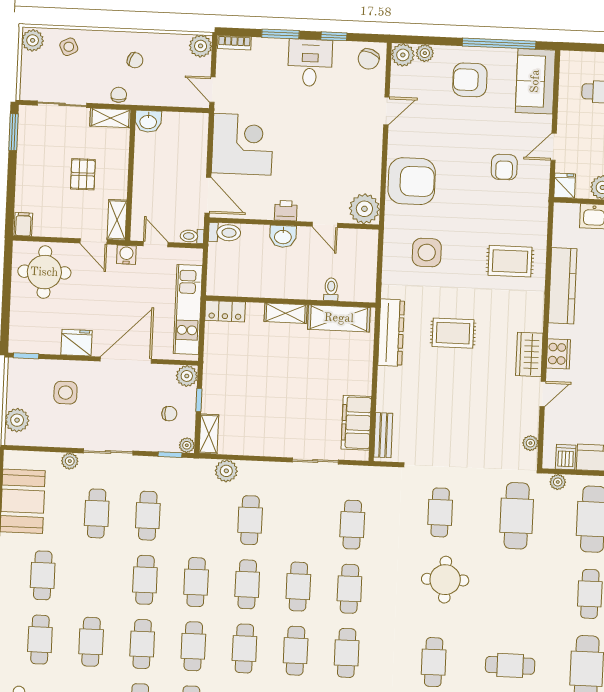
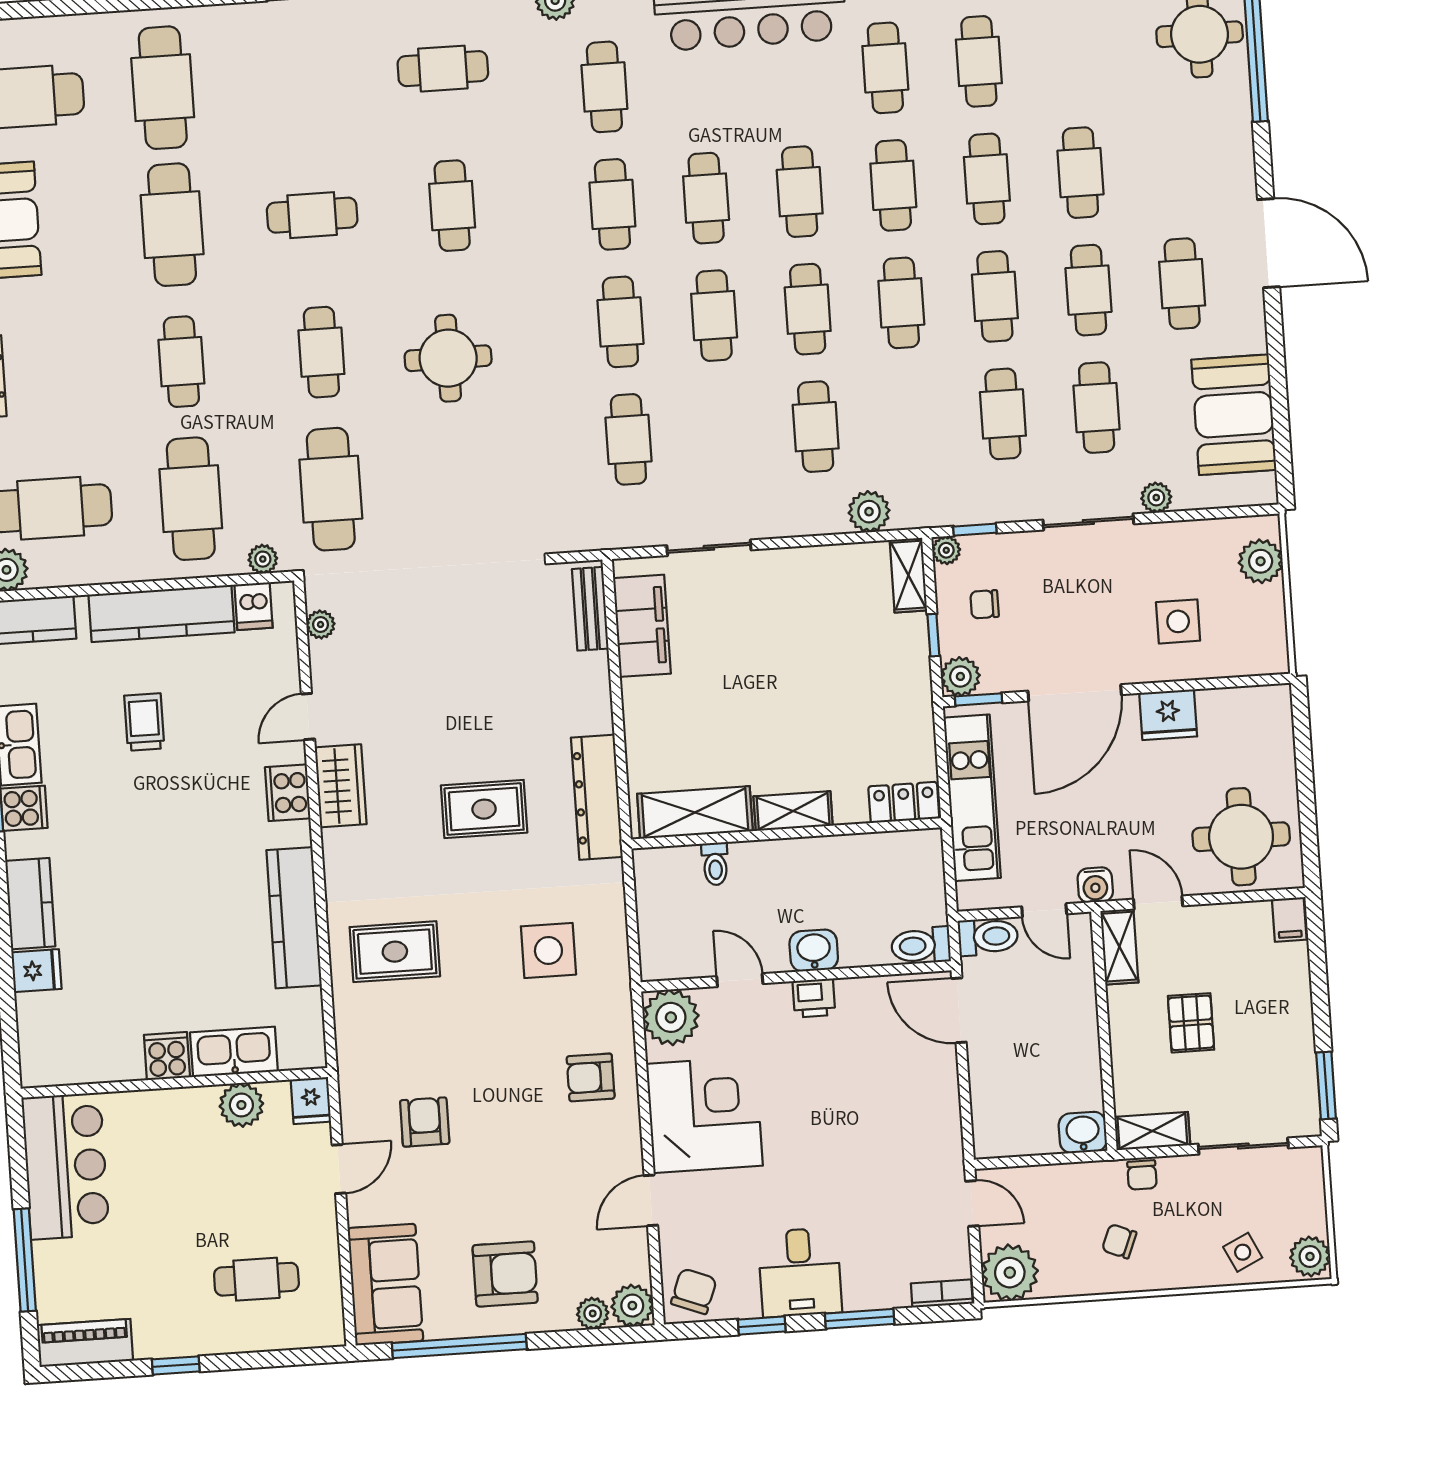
plant: (201, 46) -> (1010, 1273), width x1.36, depth x1.36
corner desk: (242, 144) -> (704, 1115), moved, turned 180
armchair: (412, 181) -> (591, 1077), width x0.53, depth x0.53
toilet: (192, 236) -> (988, 937), width x1.37, depth x1.39
window: (26, 356) -> (978, 699), moved
cafe table: (440, 512) -> (321, 352), moved
cafe table: (40, 640) -> (1089, 290), moved

